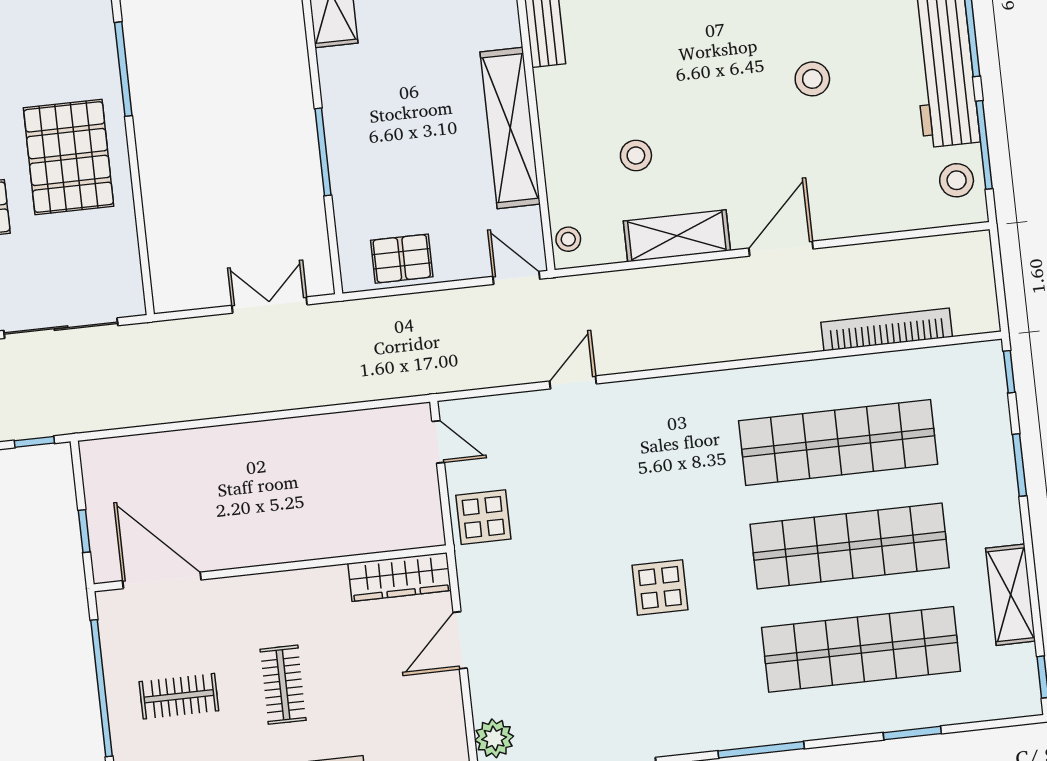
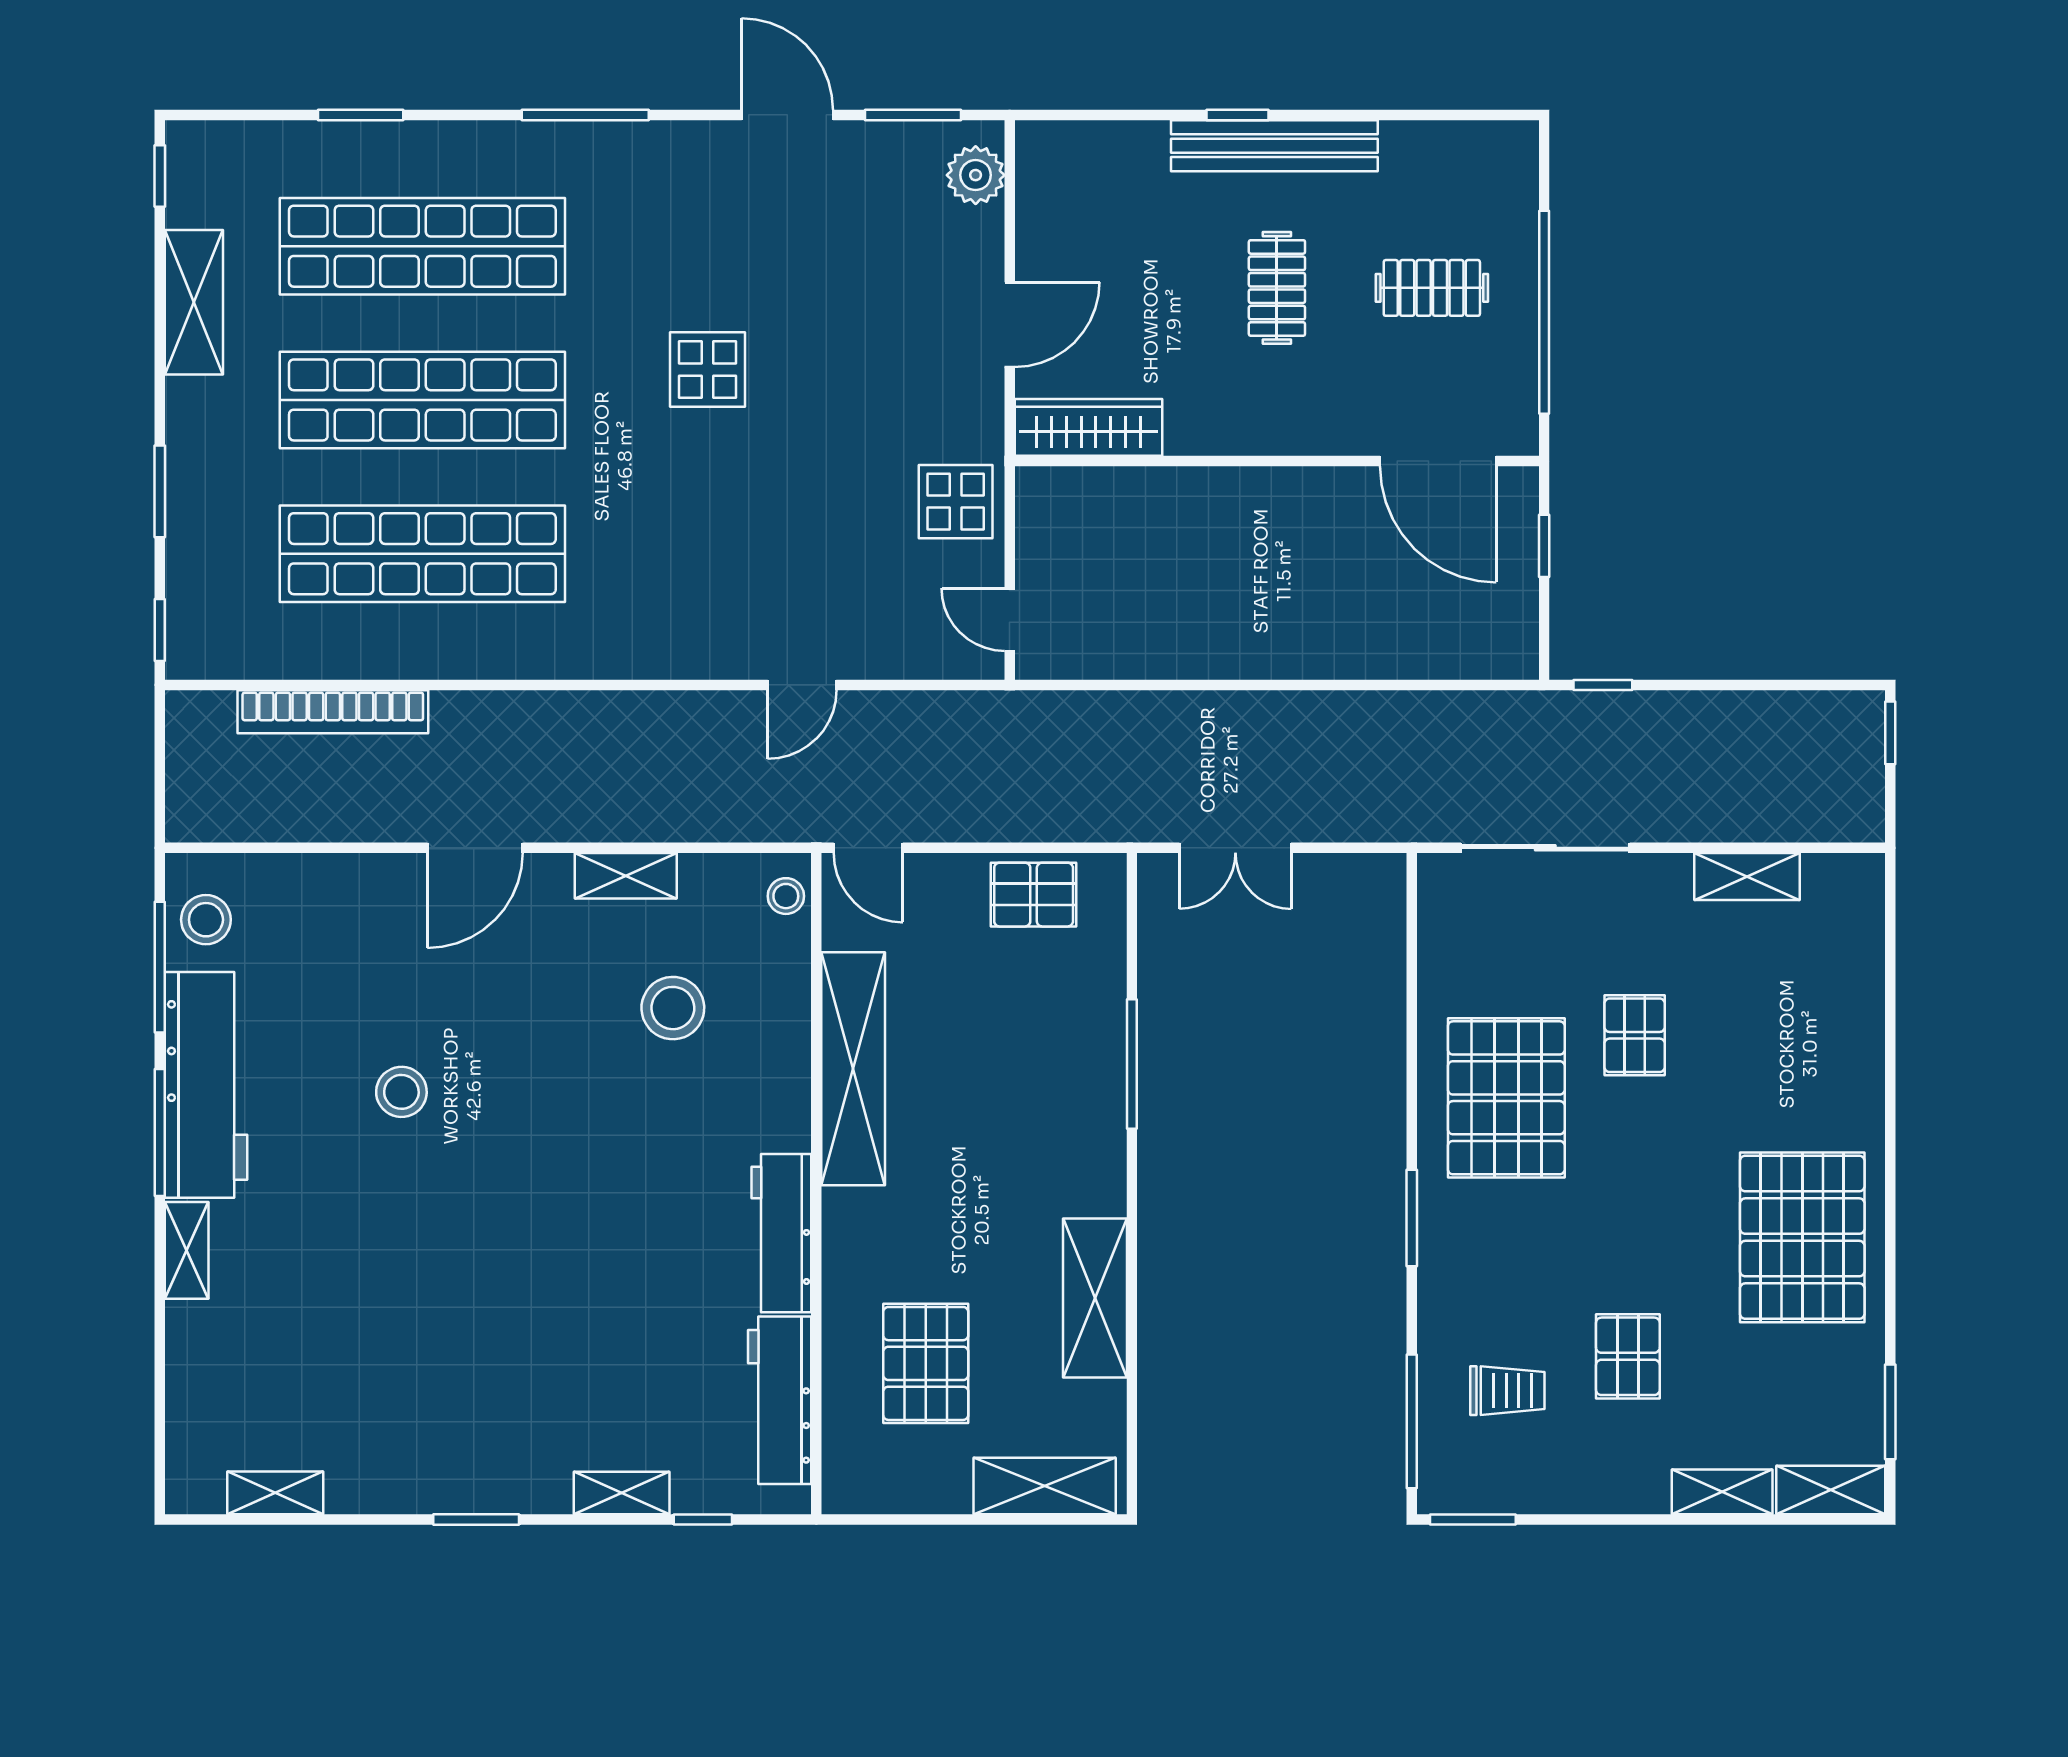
window: (123, 69) -> (1412, 1218), width x0.69
stool: (636, 155) -> (673, 1008), width x1.38, depth x1.38
shelving: (677, 236) -> (626, 876), width x0.67, depth x0.75

